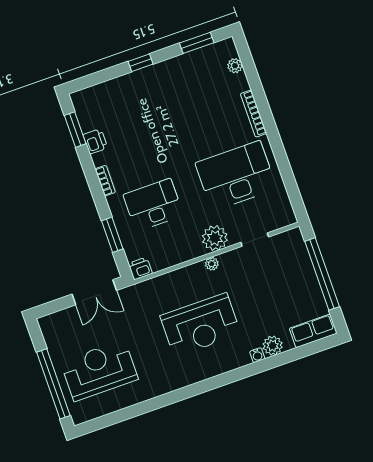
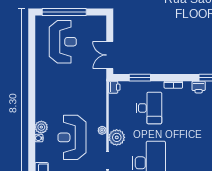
reception desk: (200, 325) -> (72, 137), moved
plant: (273, 346) -> (41, 127), moved

